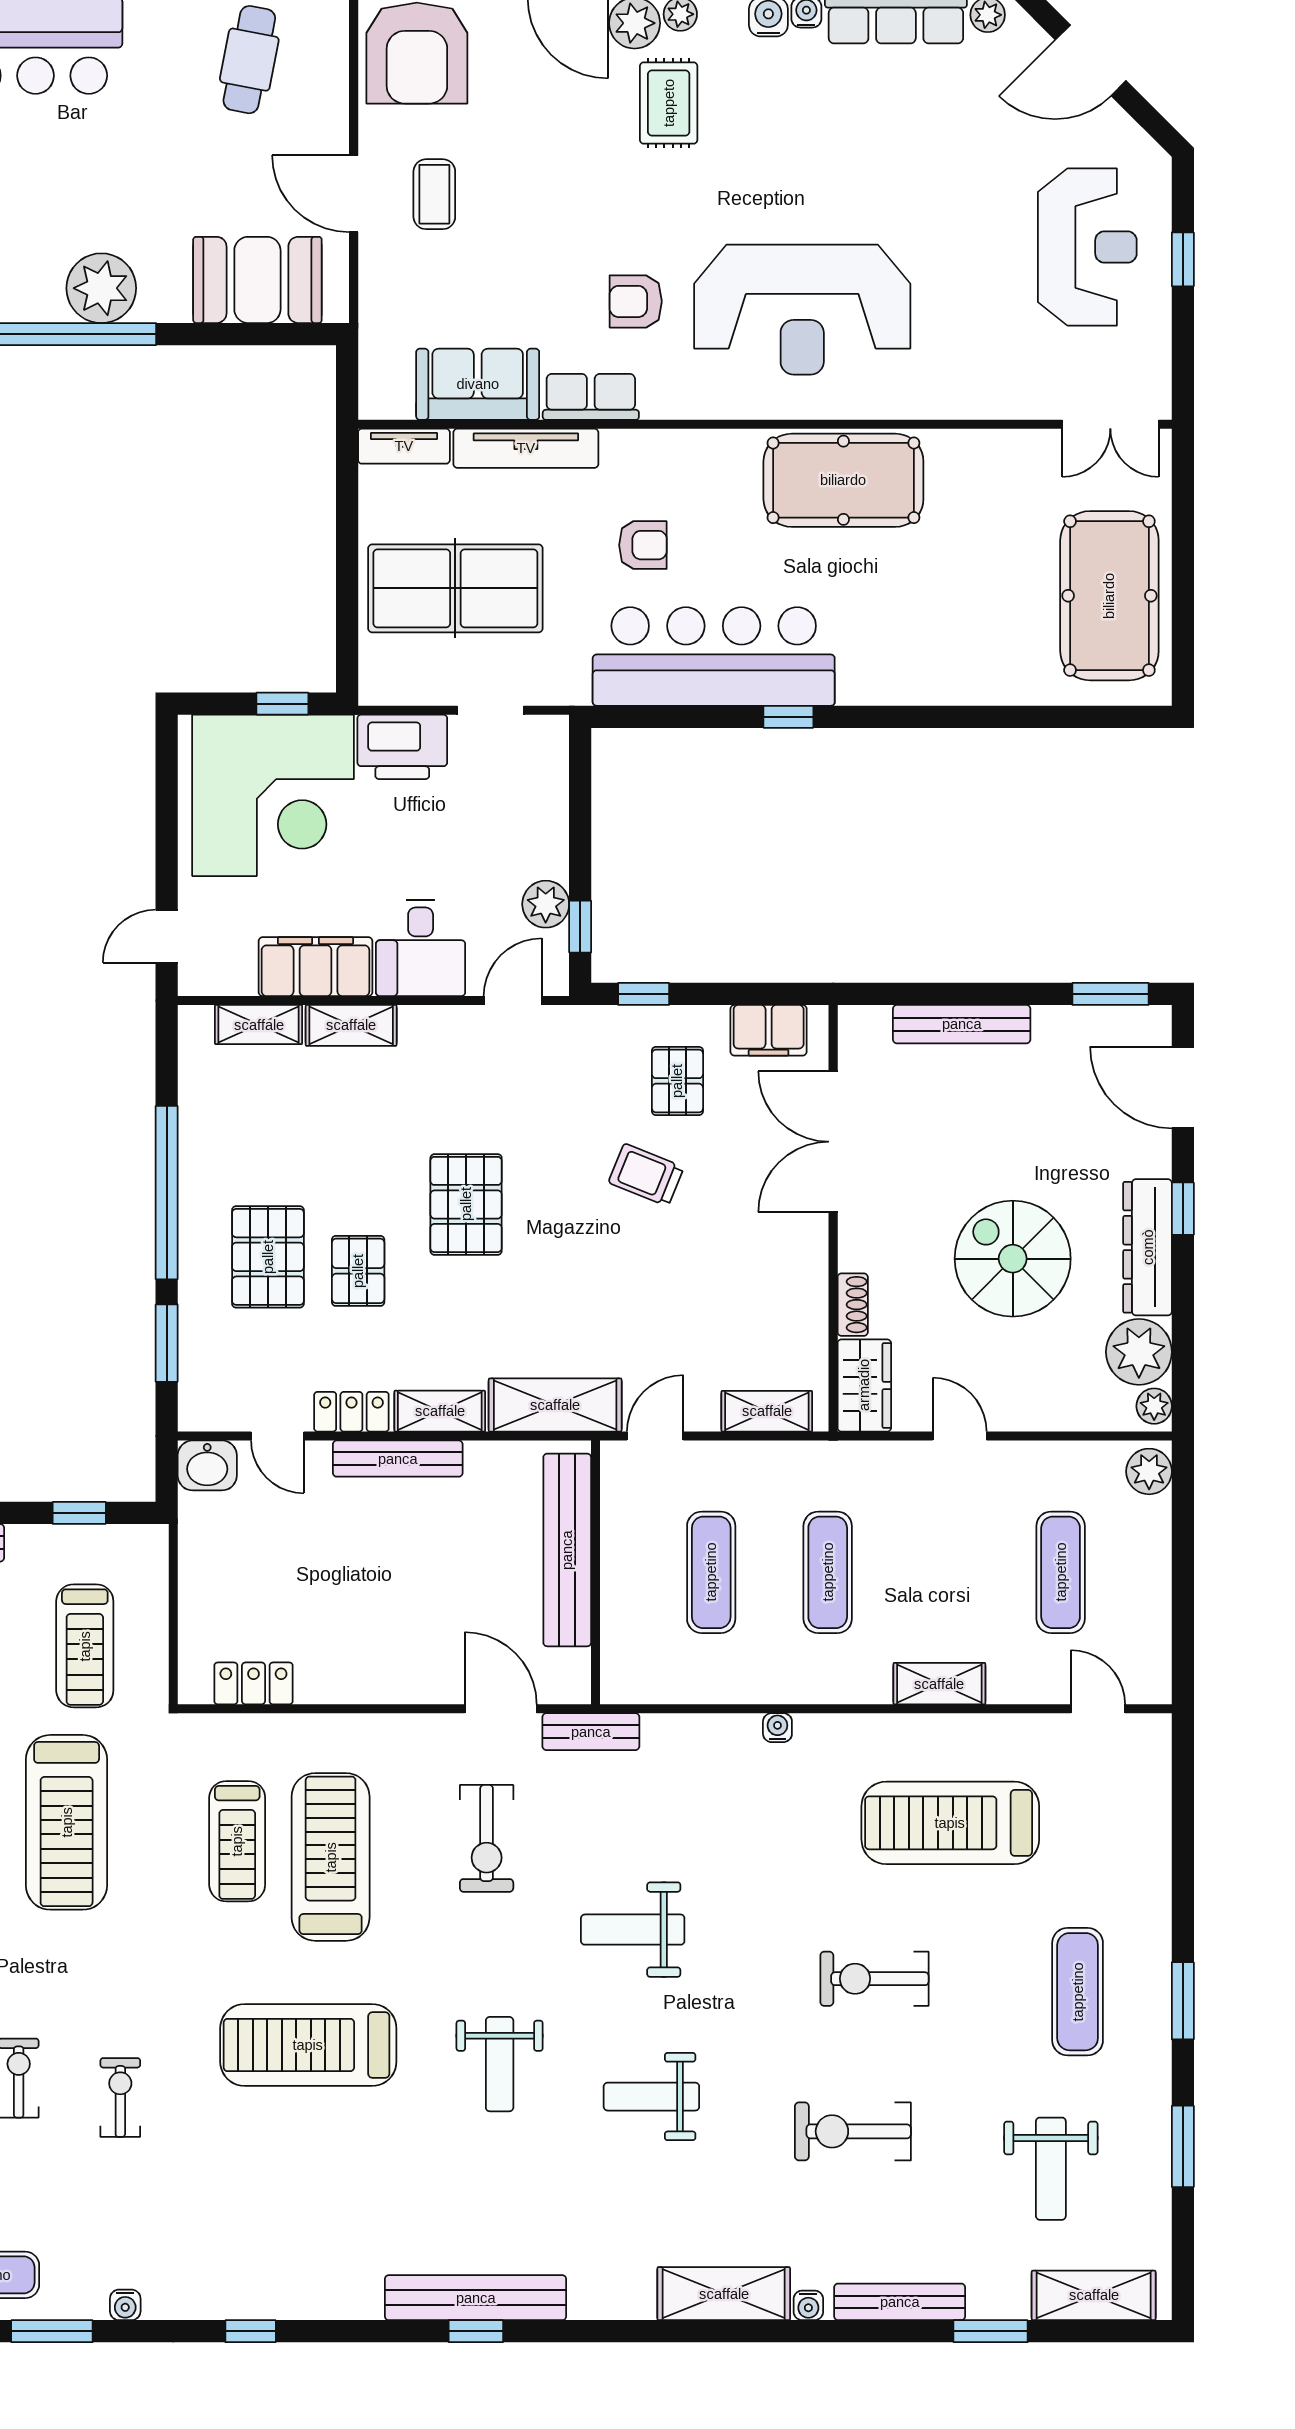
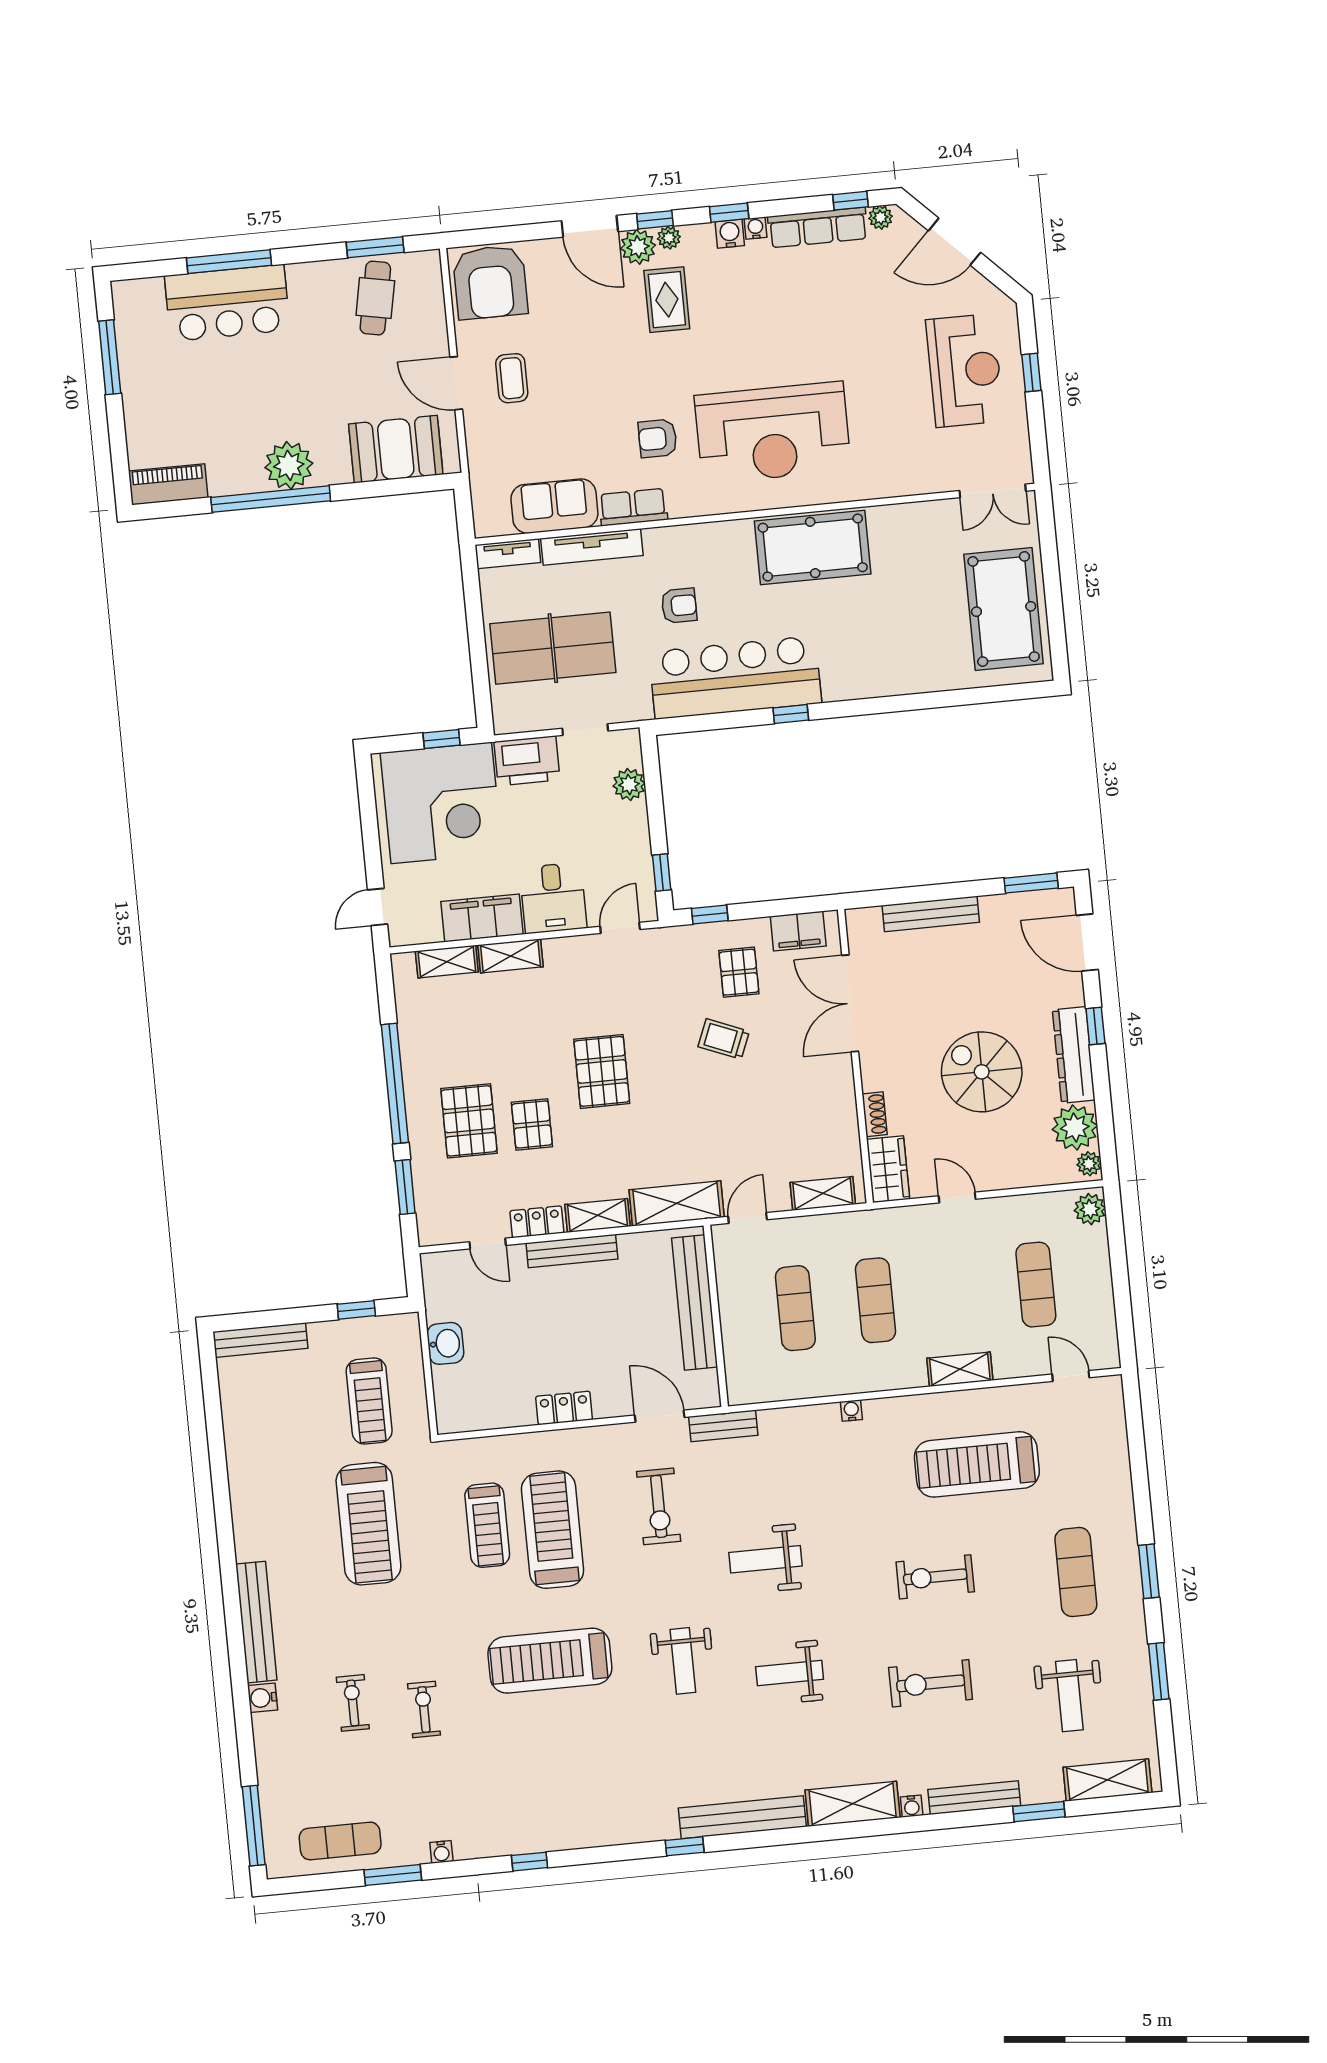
plant: (546, 904) -> (629, 784), moved
washbasin: (207, 1465) -> (445, 1343), moved, turned -90
locker: (253, 1683) -> (564, 1408), moved
bench: (476, 2298) -> (742, 1817), moved

